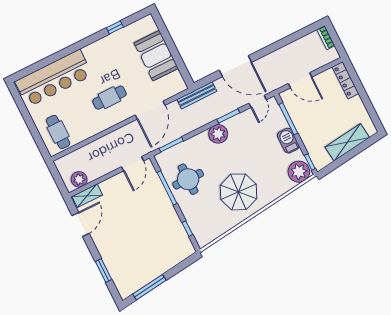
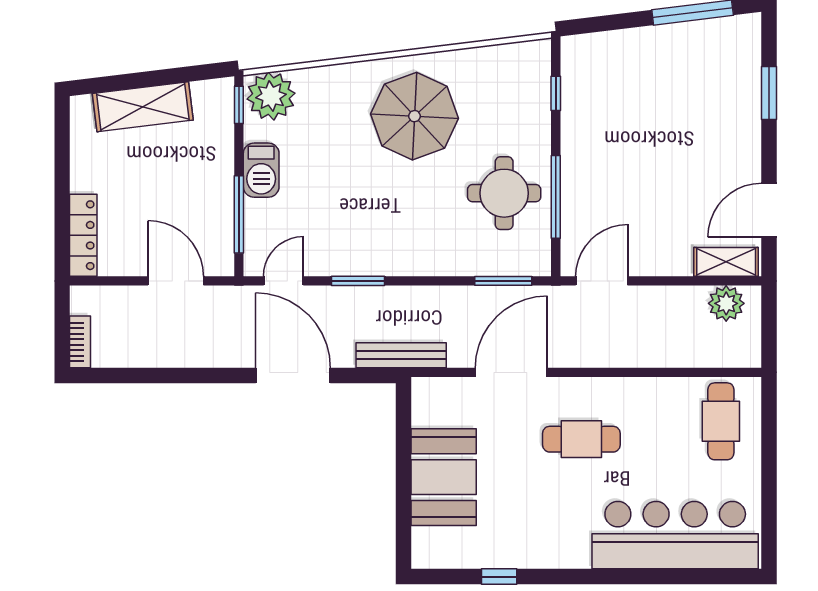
plant: (218, 134) -> (397, 255), removed

